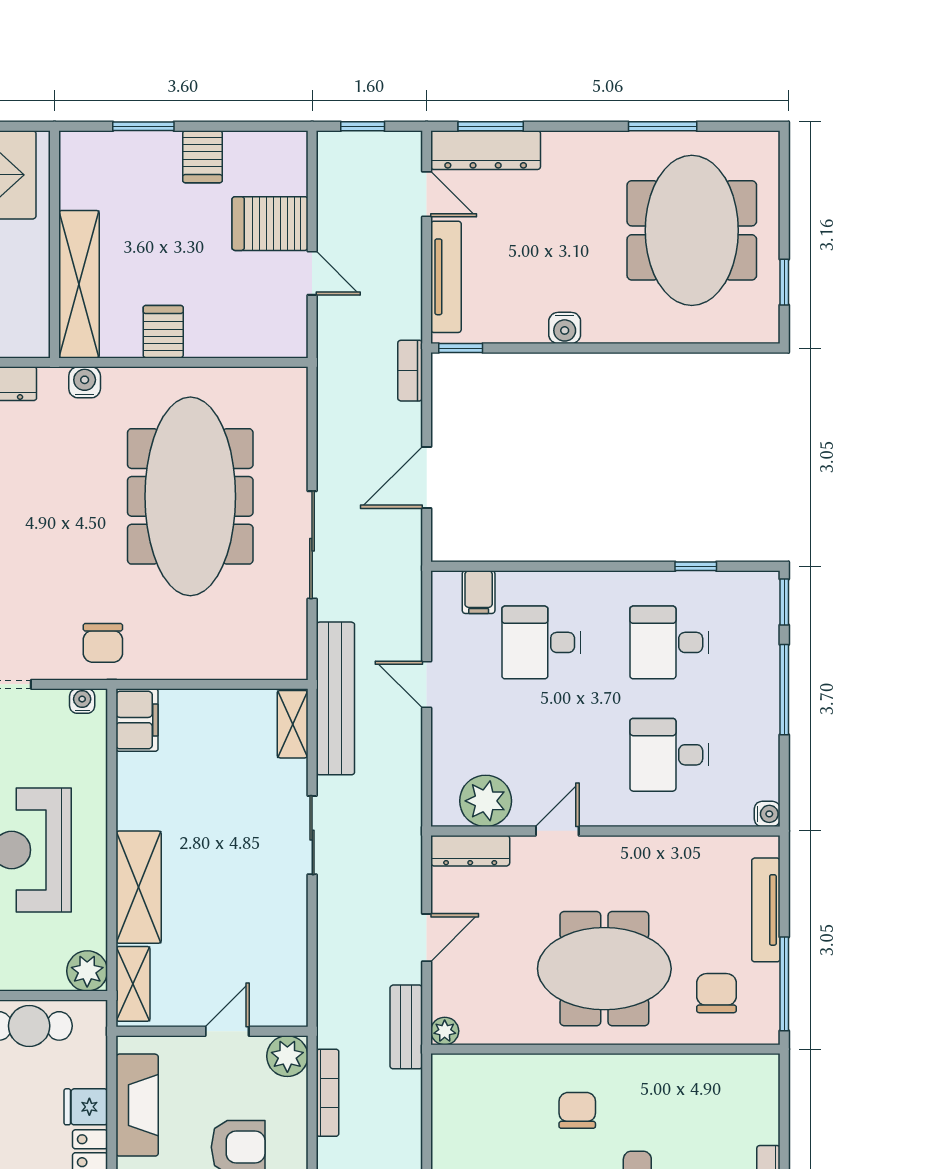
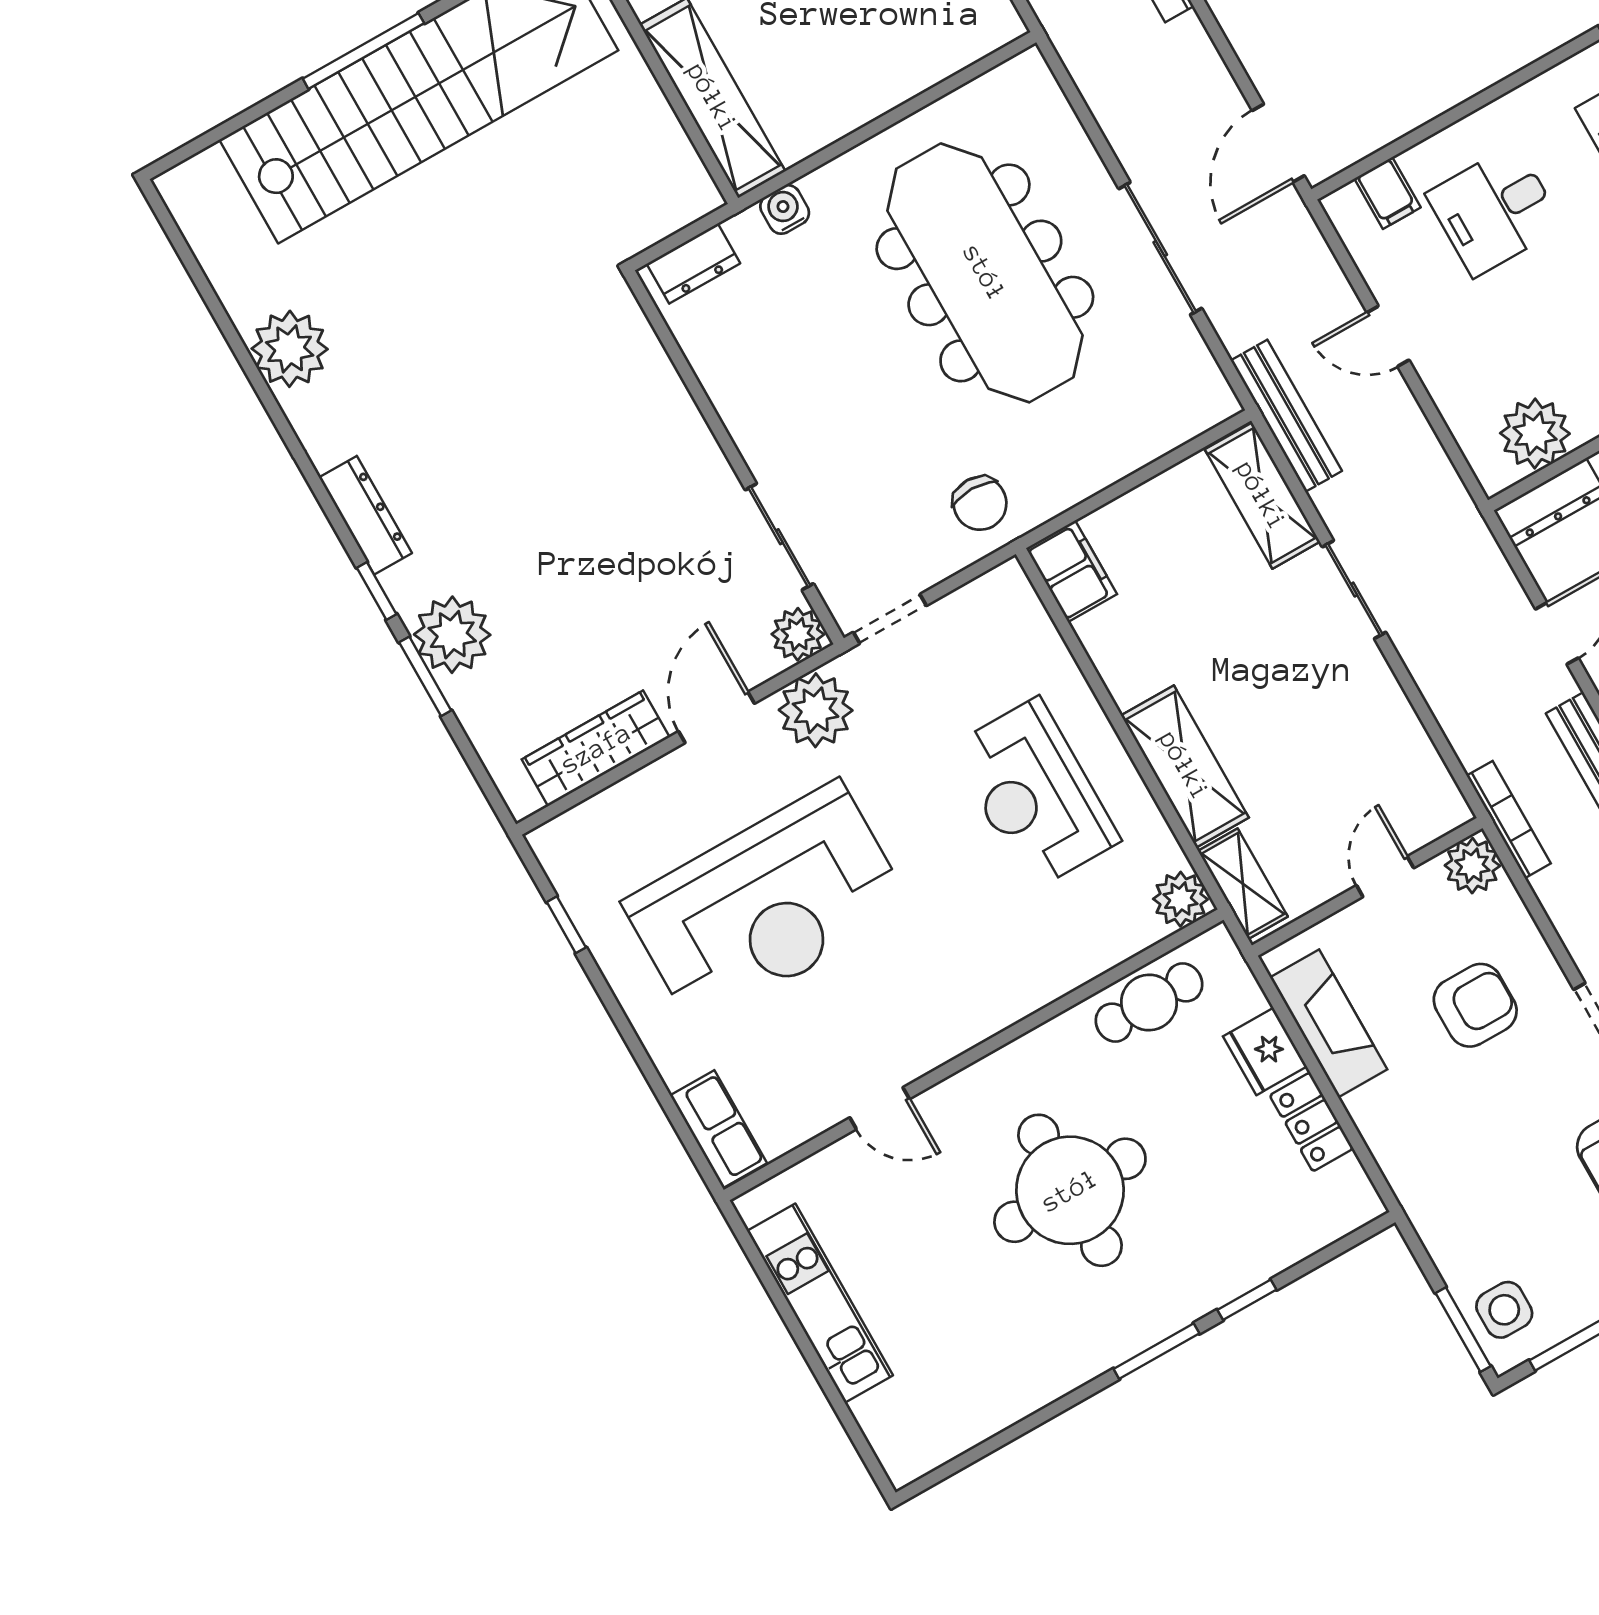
server rack: (163, 332) -> (843, 98), removed
door: (427, 477) -> (1278, 143), moved
bench: (335, 698) -> (1286, 416), width x0.73, depth x0.82
water cooler: (82, 701) -> (994, 585), removed
shelving: (293, 724) -> (1262, 496), width x1.50, depth x1.33
bookcase: (328, 1093) -> (1509, 820), moved
fridge: (86, 1107) -> (1265, 1051), width x1.38

